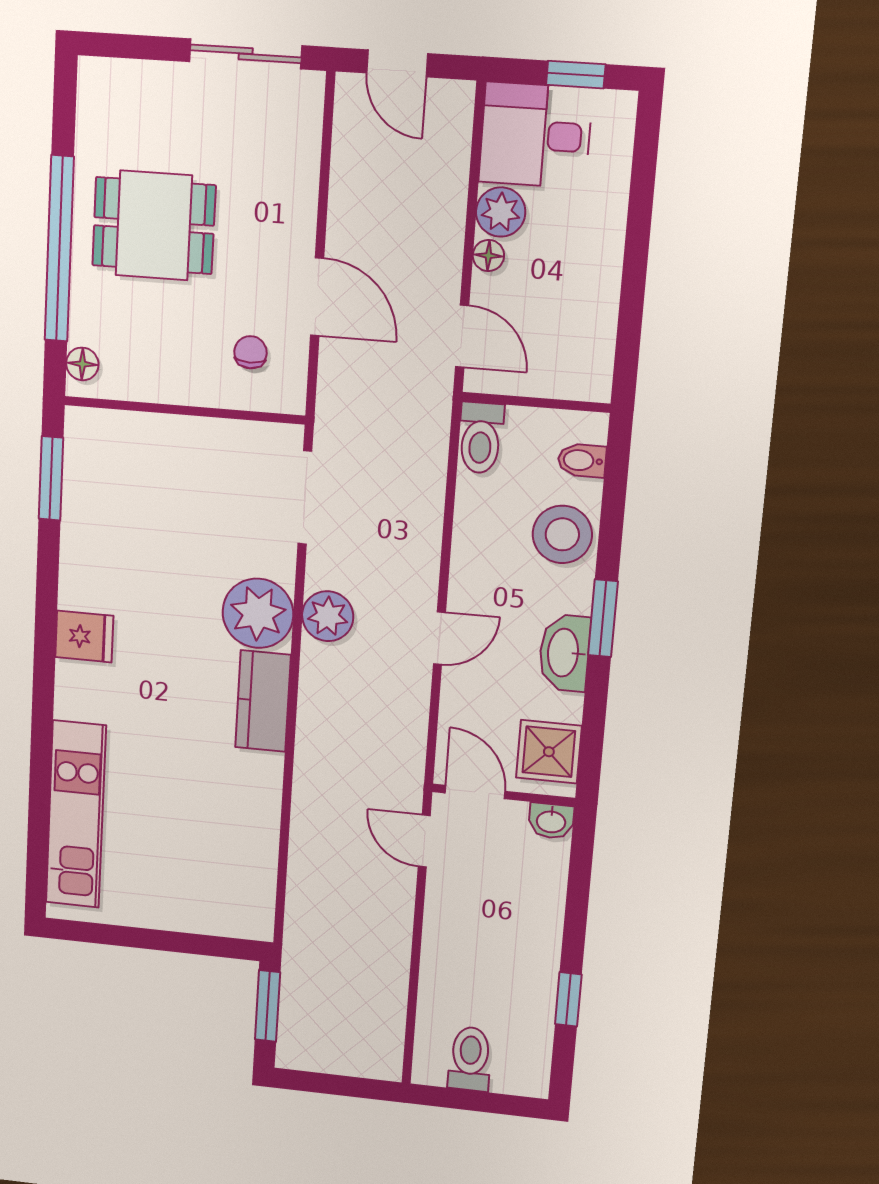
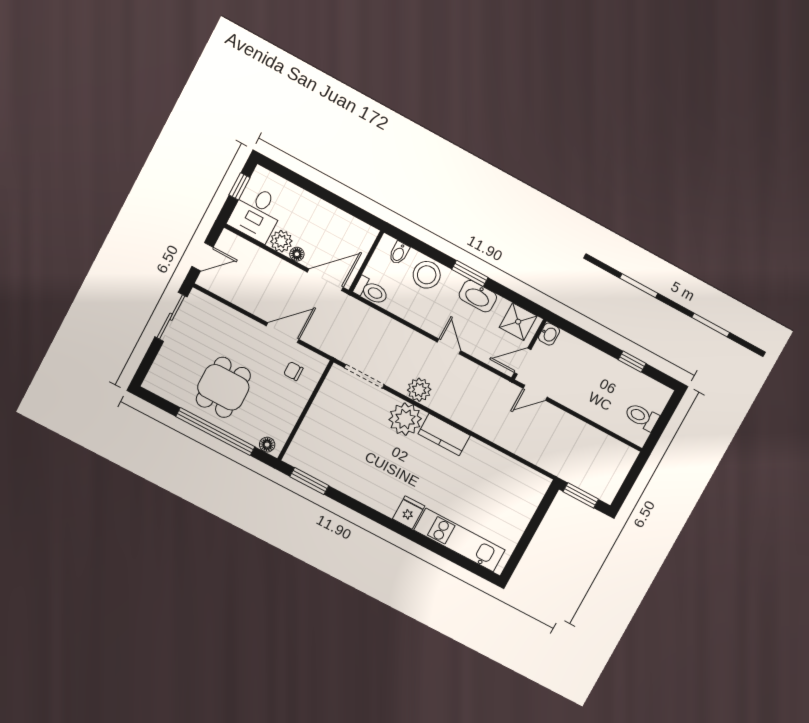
door: (462, 336) -> (325, 280), width x1.38
fridge: (84, 637) -> (409, 512), moved

